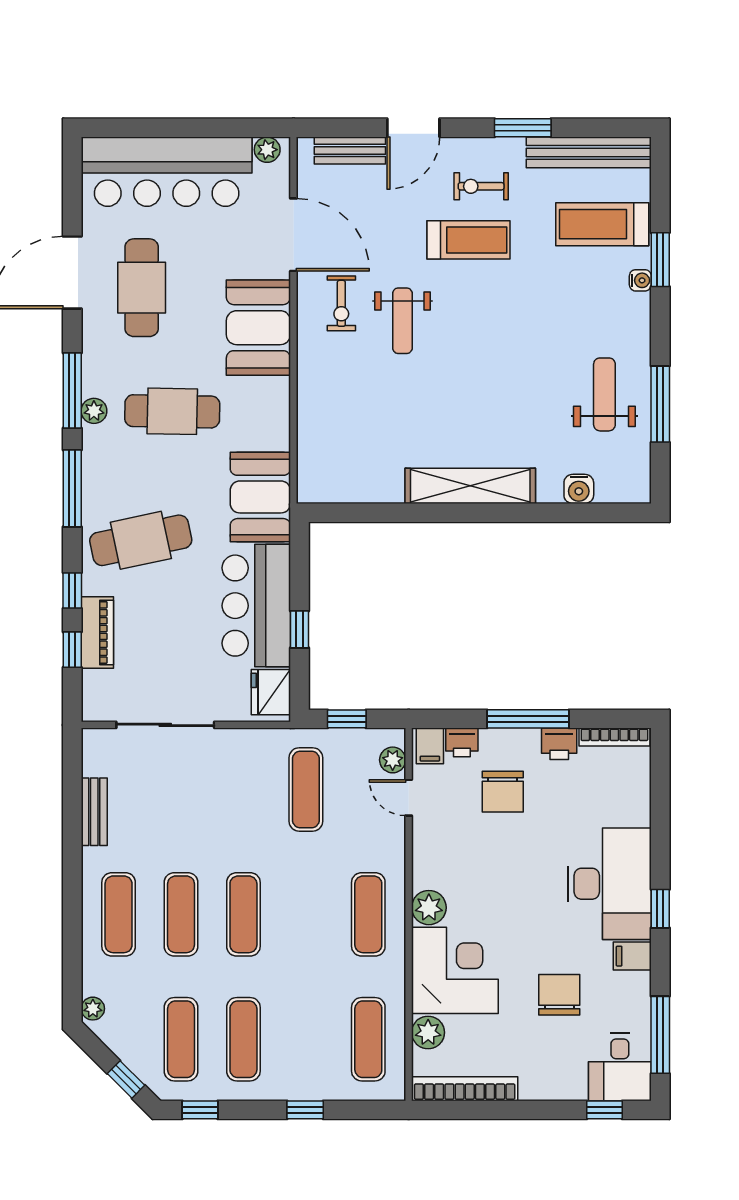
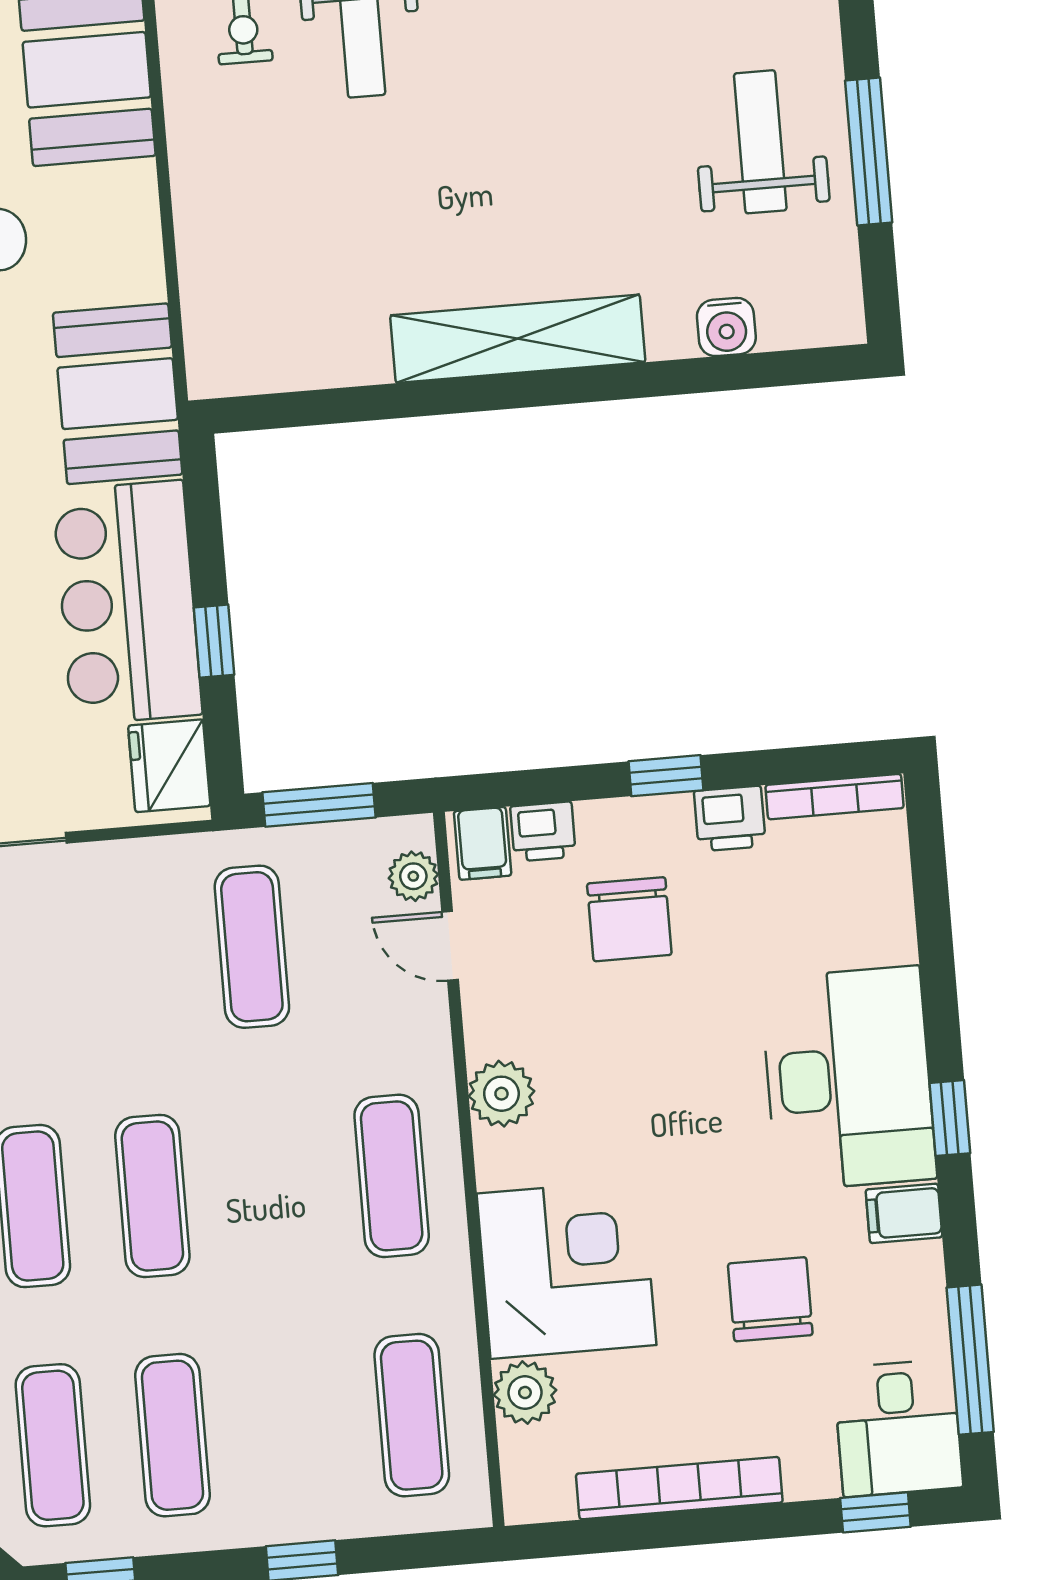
window: (347, 719) -> (319, 805), width x1.50
window: (528, 719) -> (666, 776), width x0.46
plant: (429, 908) -> (501, 1094), moved
bookcase: (465, 1089) -> (679, 1488), moved

